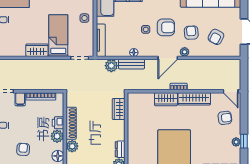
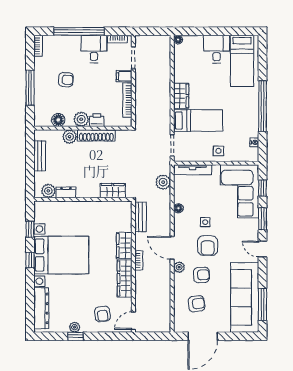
armchair: (216, 37) -> (197, 304), turned 144
bench: (131, 64) -> (141, 217), moved

